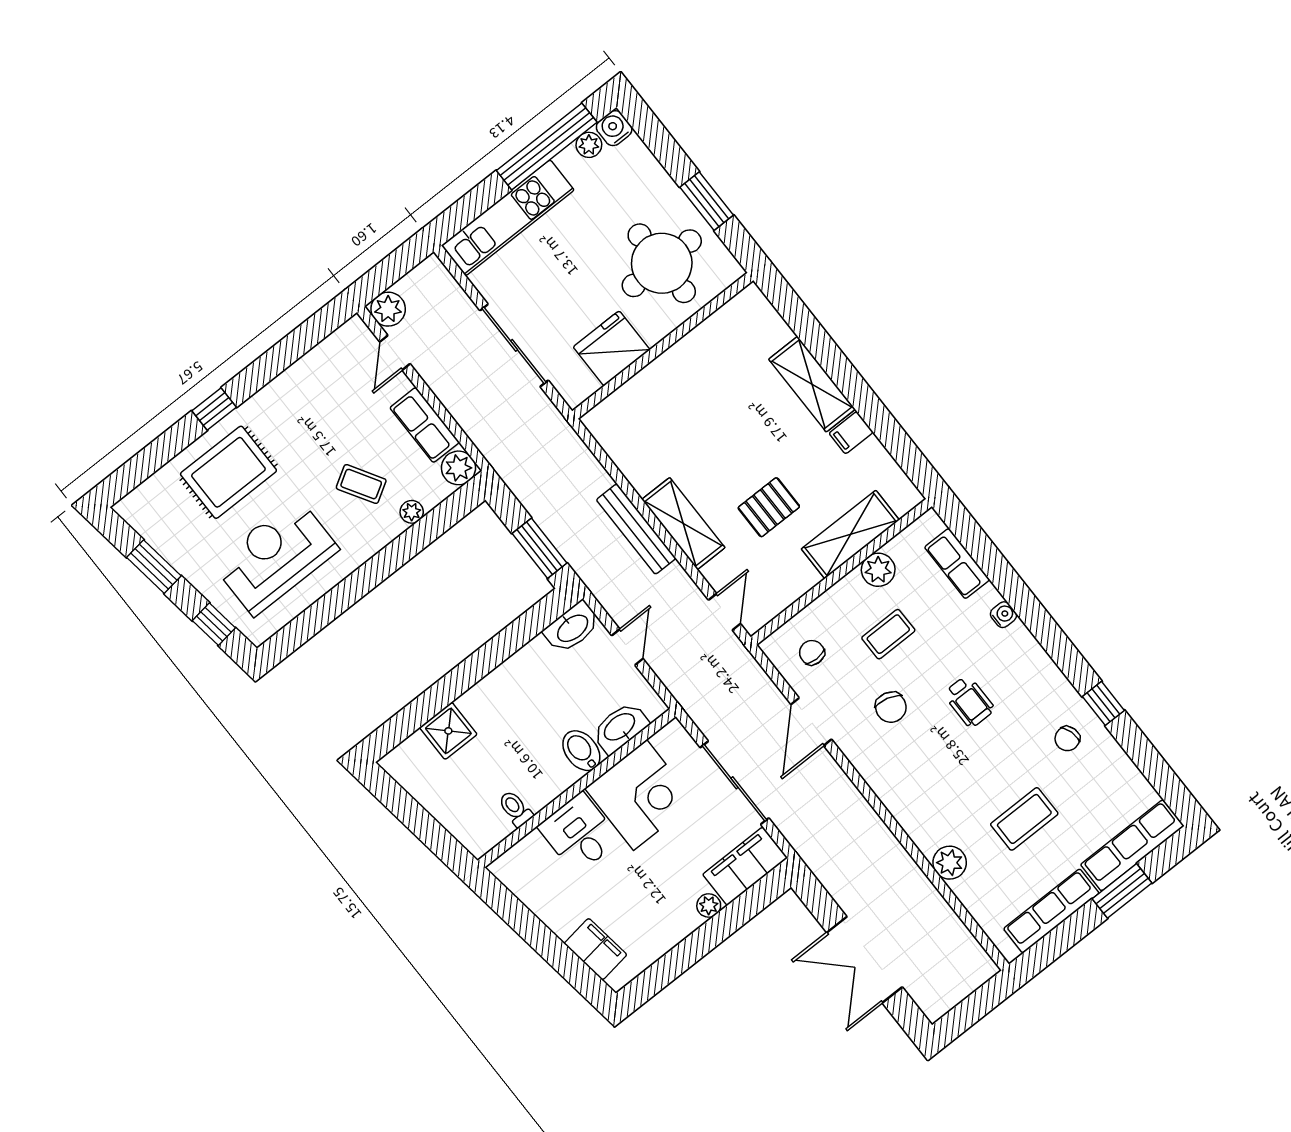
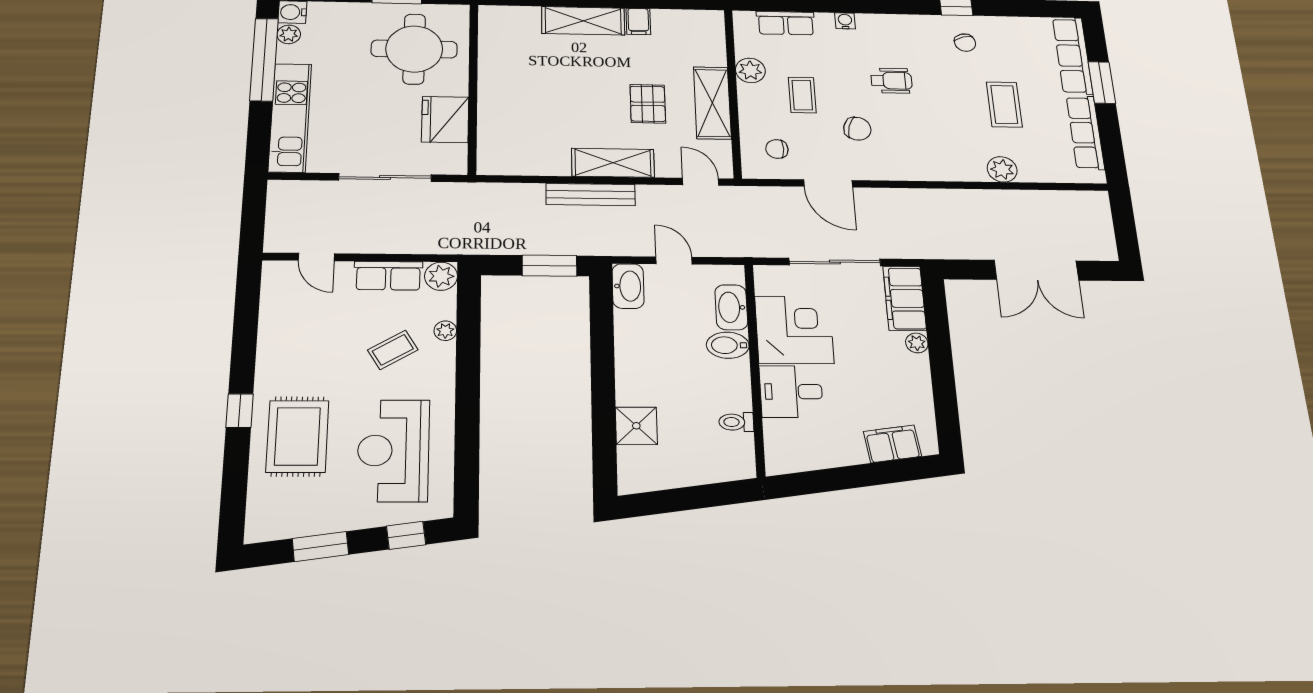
plant: (388, 309) -> (280, 239), removed
shelving: (850, 535) -> (712, 103), moved

